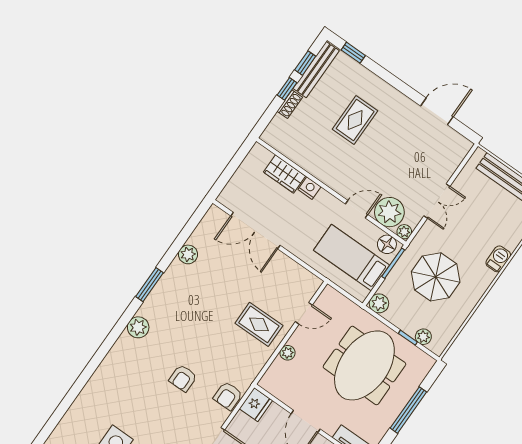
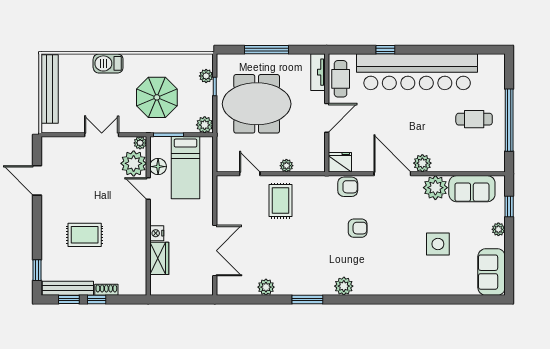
floor lamp: (387, 244) -> (158, 167), moved
barbecue: (498, 259) -> (108, 63), width x1.38, depth x1.27

